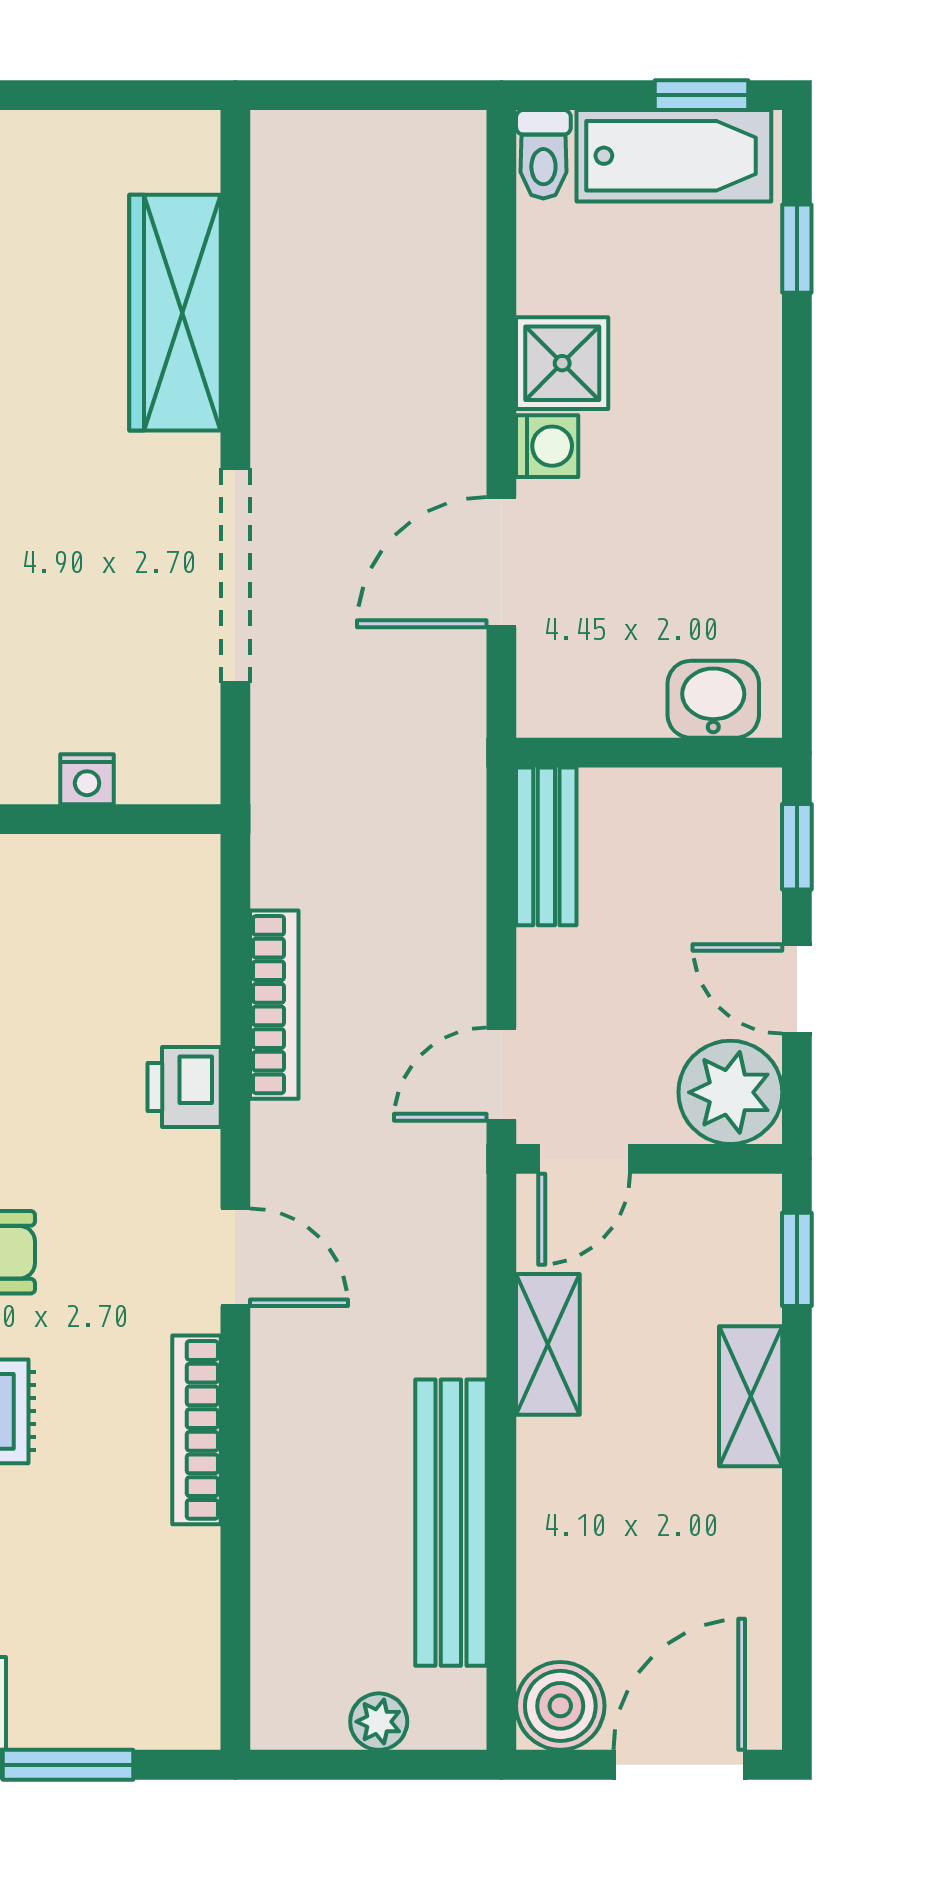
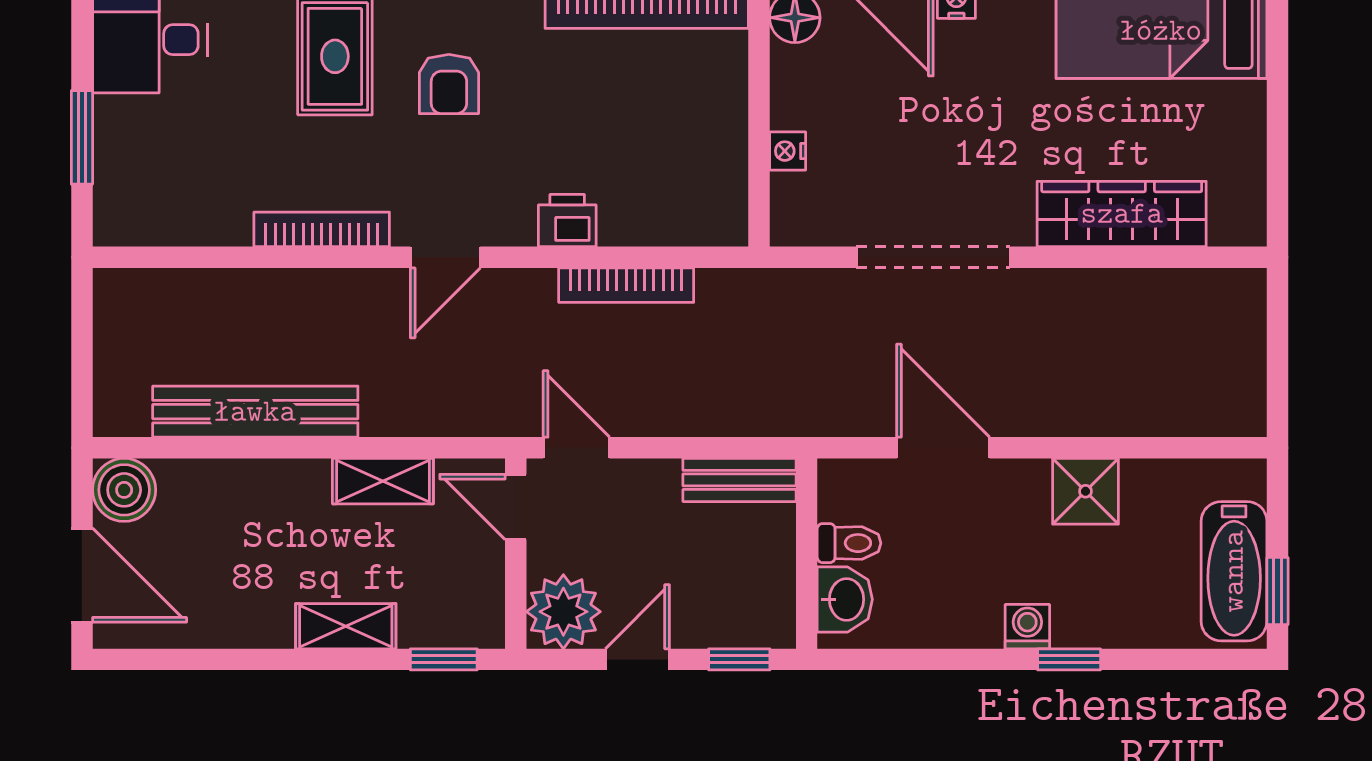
toilet: (543, 154) -> (849, 543), moved, turned 180
window: (797, 249) -> (1069, 659), moved
washing machine: (547, 446) -> (1027, 627), moved, turned 180
plant: (379, 1722) -> (113, 360), removed

